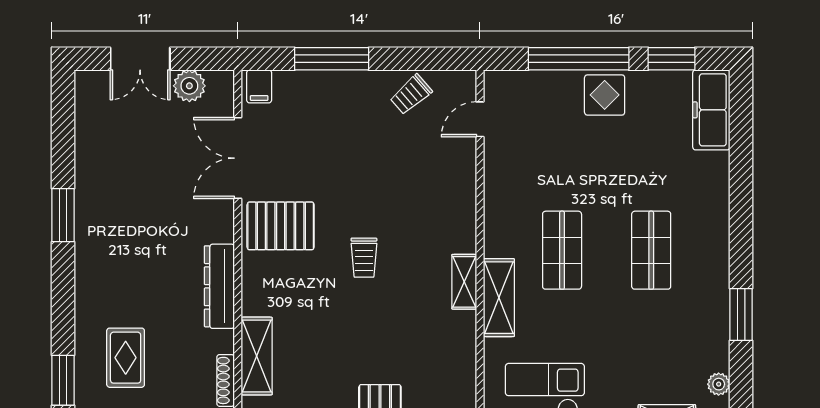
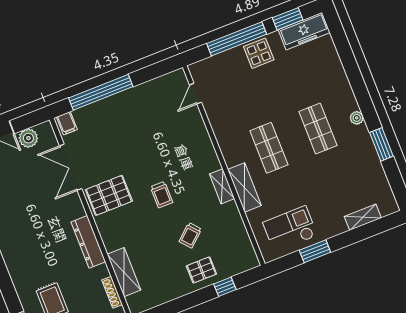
window: (332, 59) -> (101, 92), width x1.46
trolley: (411, 94) -> (190, 235), moved
freezer: (711, 110) -> (304, 31), moved, turned -90
plant: (719, 384) -> (357, 118), moved

